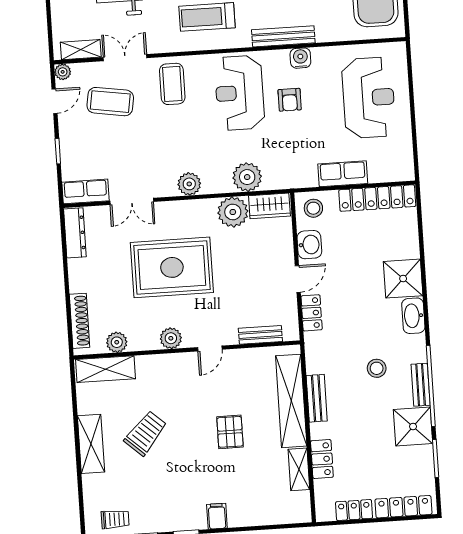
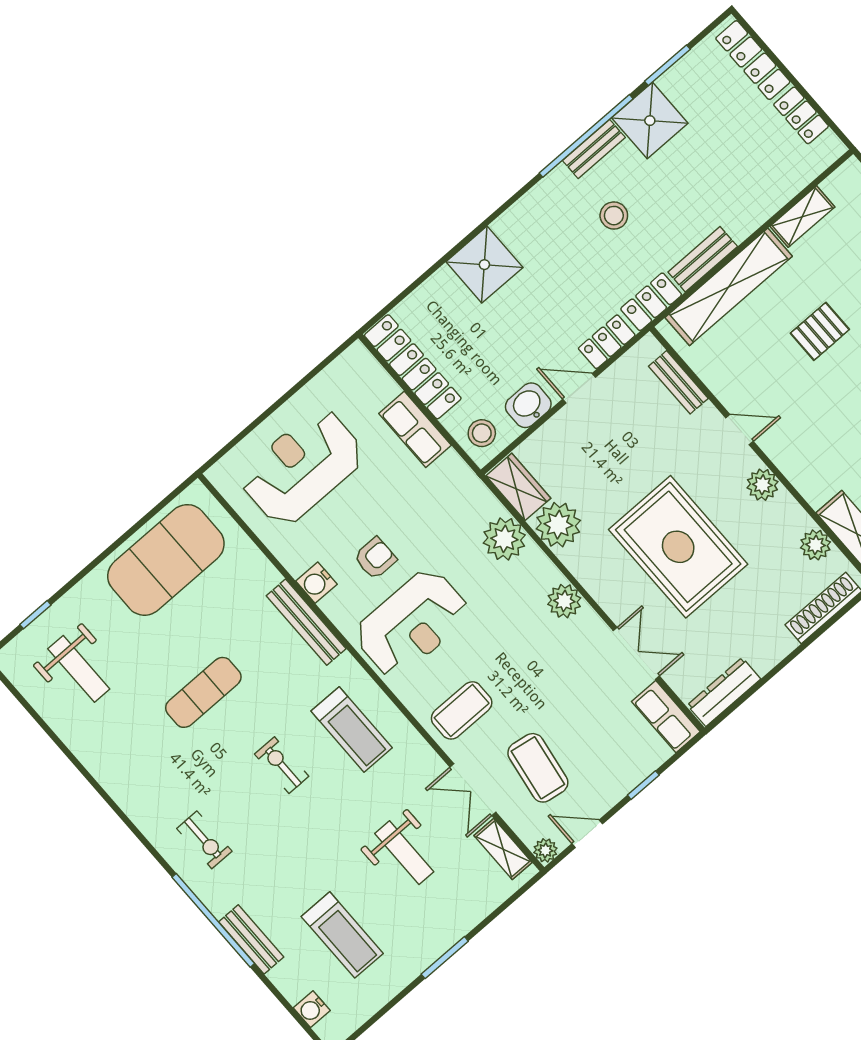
washbasin: (413, 316) -> (519, 219), removed
locker: (322, 459) -> (651, 302), moved

